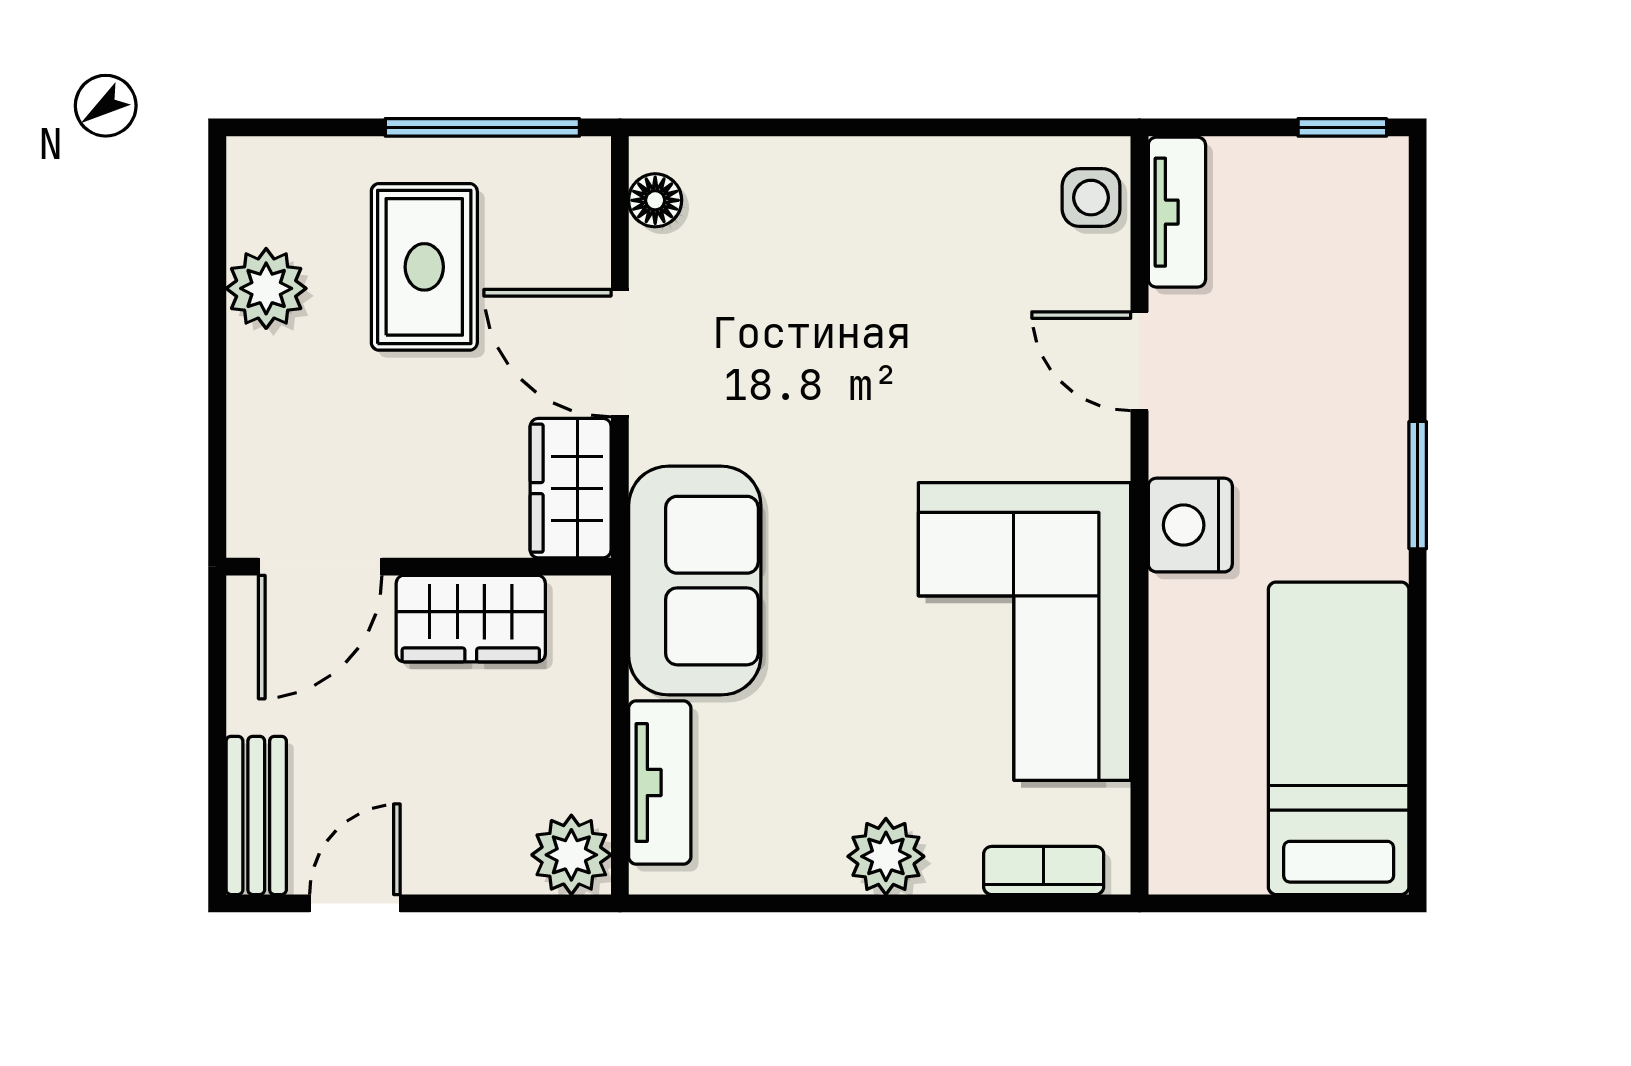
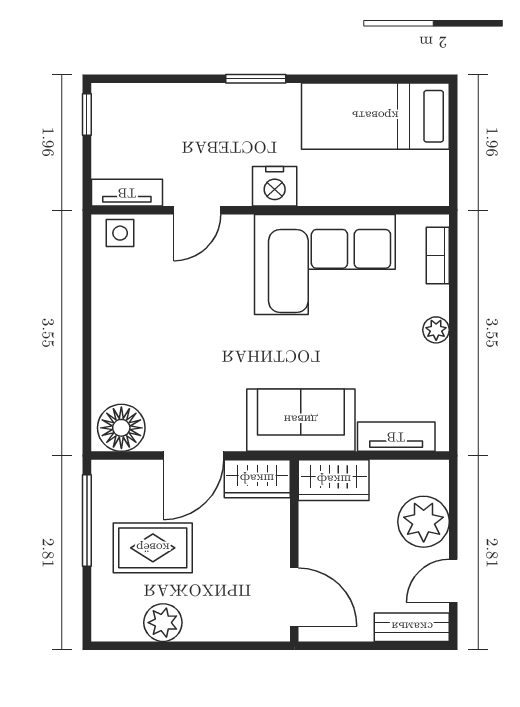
floor lamp: (655, 200) -> (121, 428), width x1.89, depth x1.89
wardrobe: (471, 619) -> (334, 480), moved, turned 90
plant: (571, 855) -> (424, 522), moved, width x1.36, depth x1.36
plant: (886, 856) -> (436, 330), width x0.73, depth x0.73
door: (355, 903) -> (453, 581), hinge flipped

